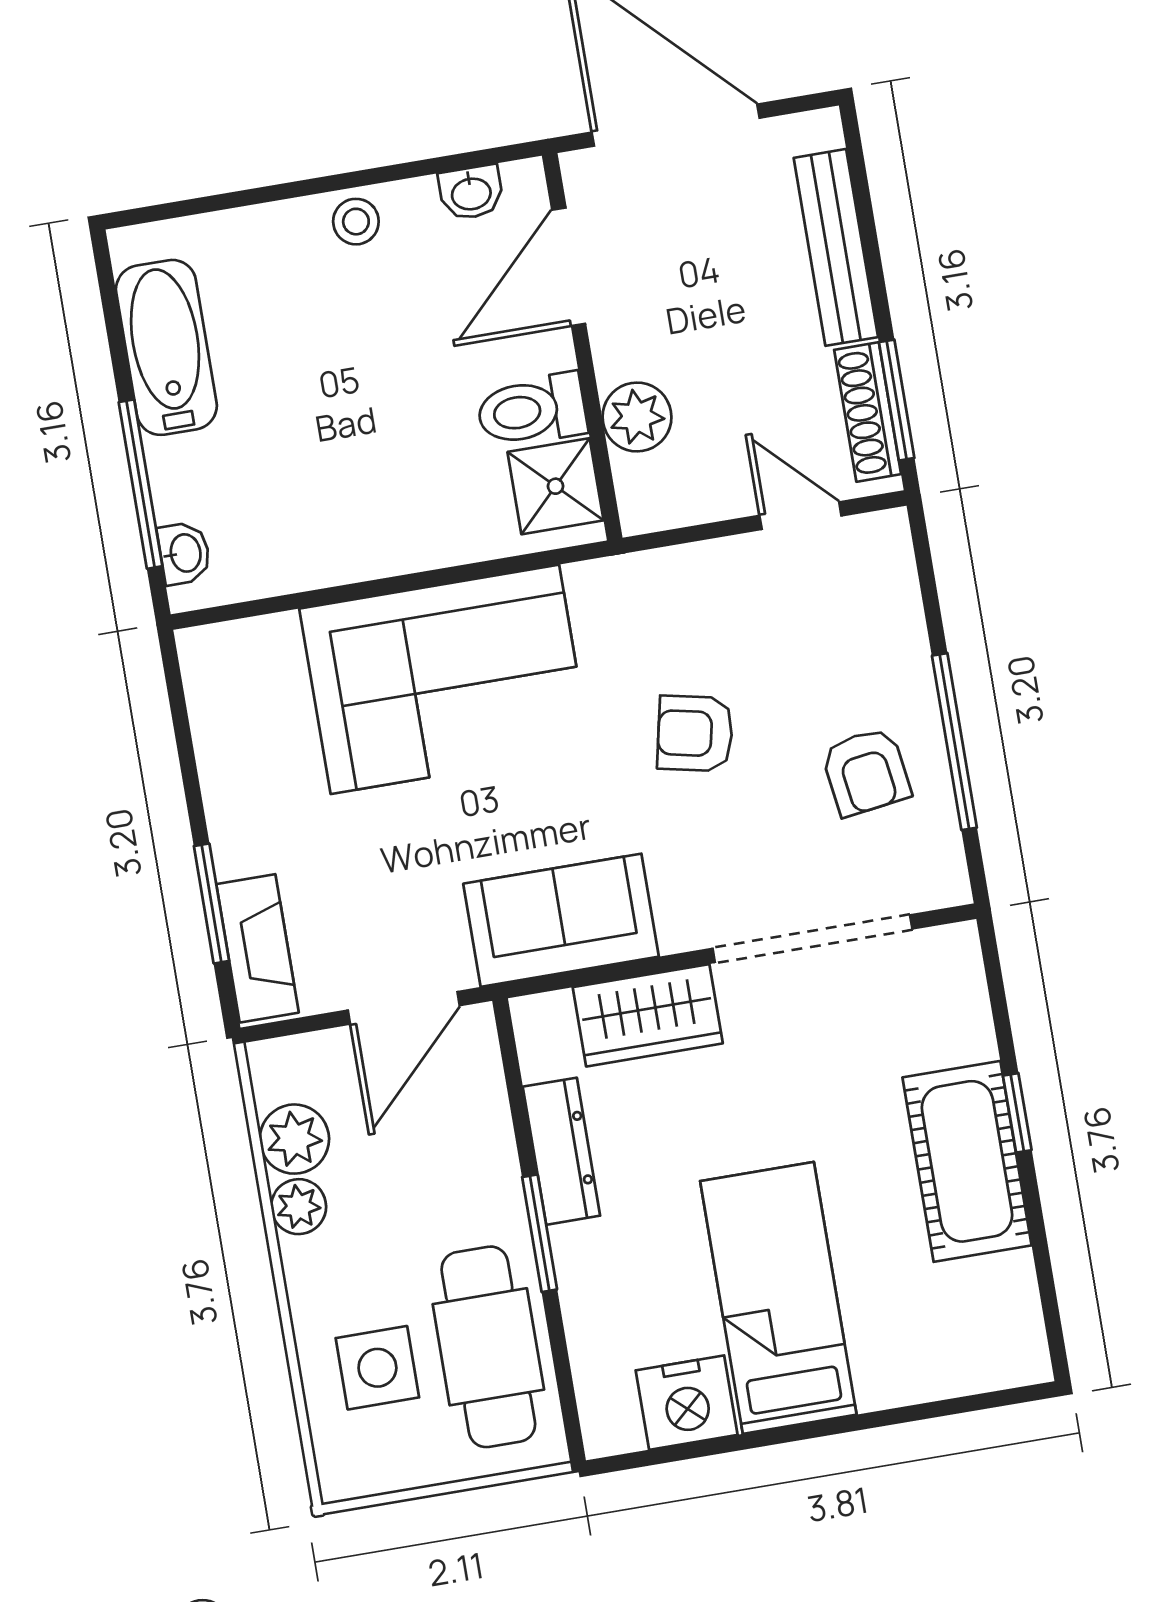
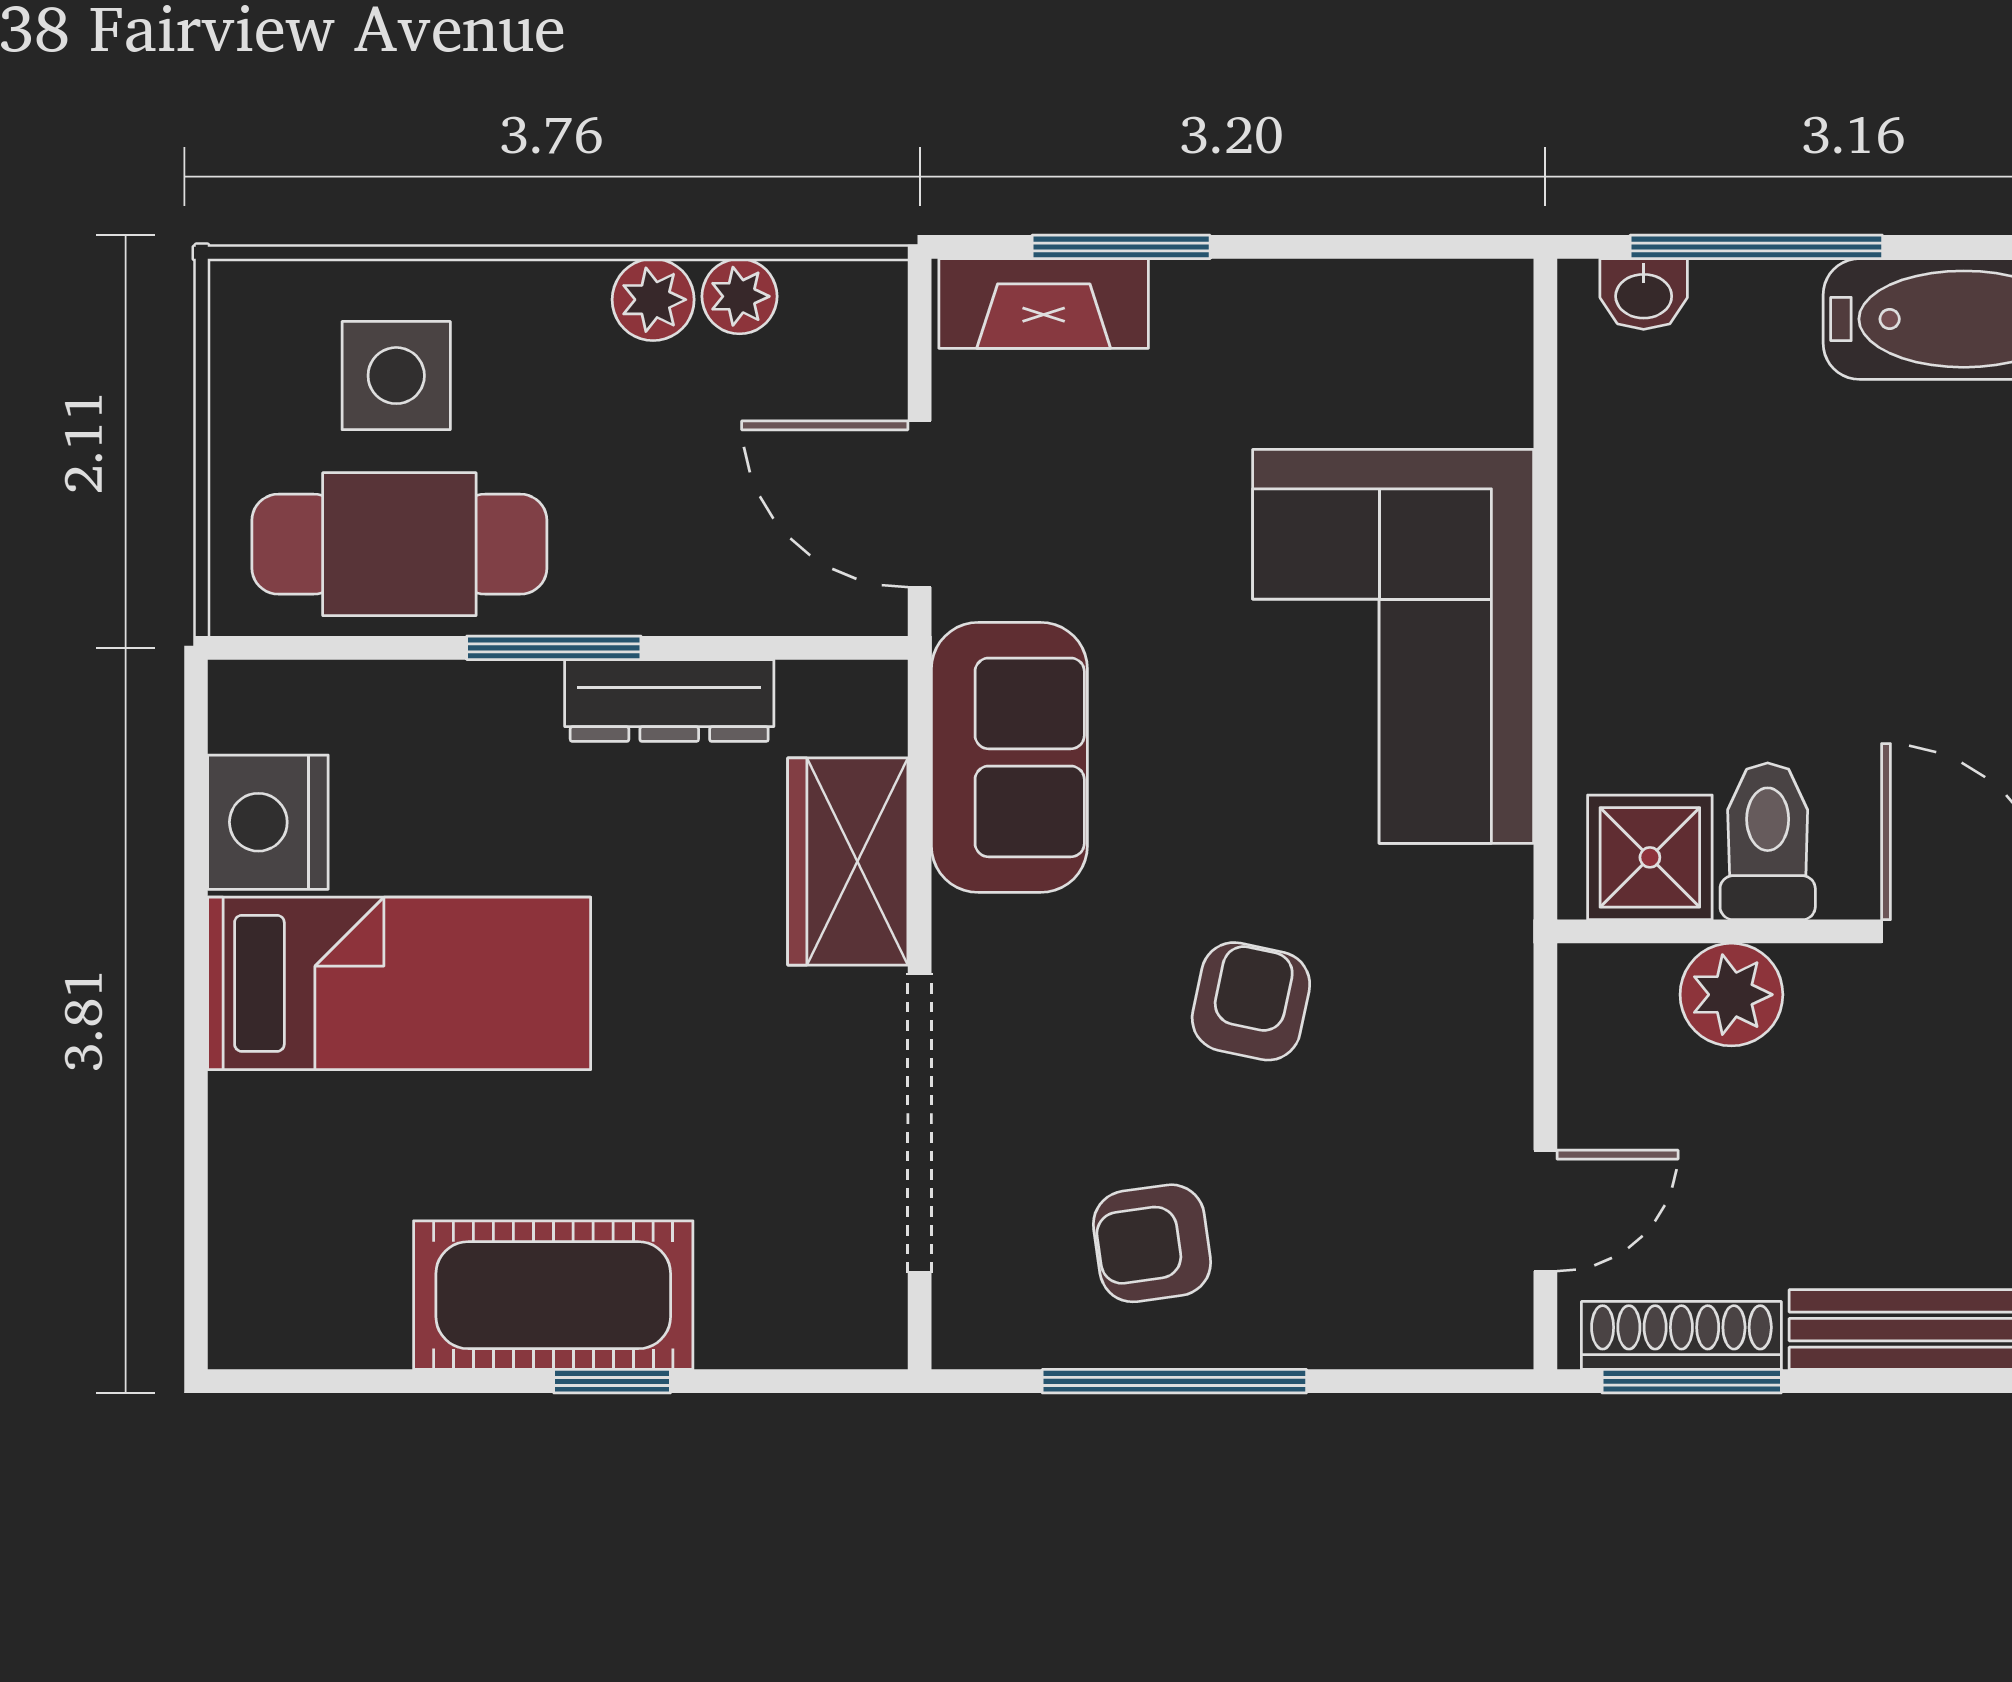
plant: (294, 1139) -> (739, 296), width x0.73, depth x0.73

